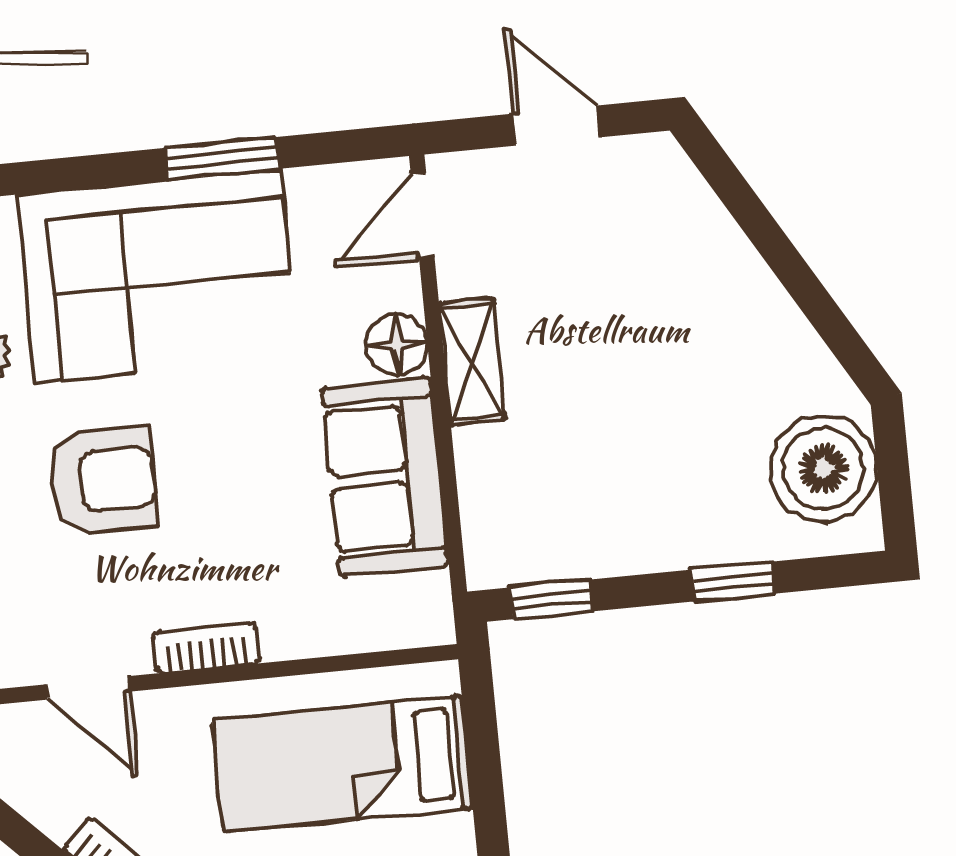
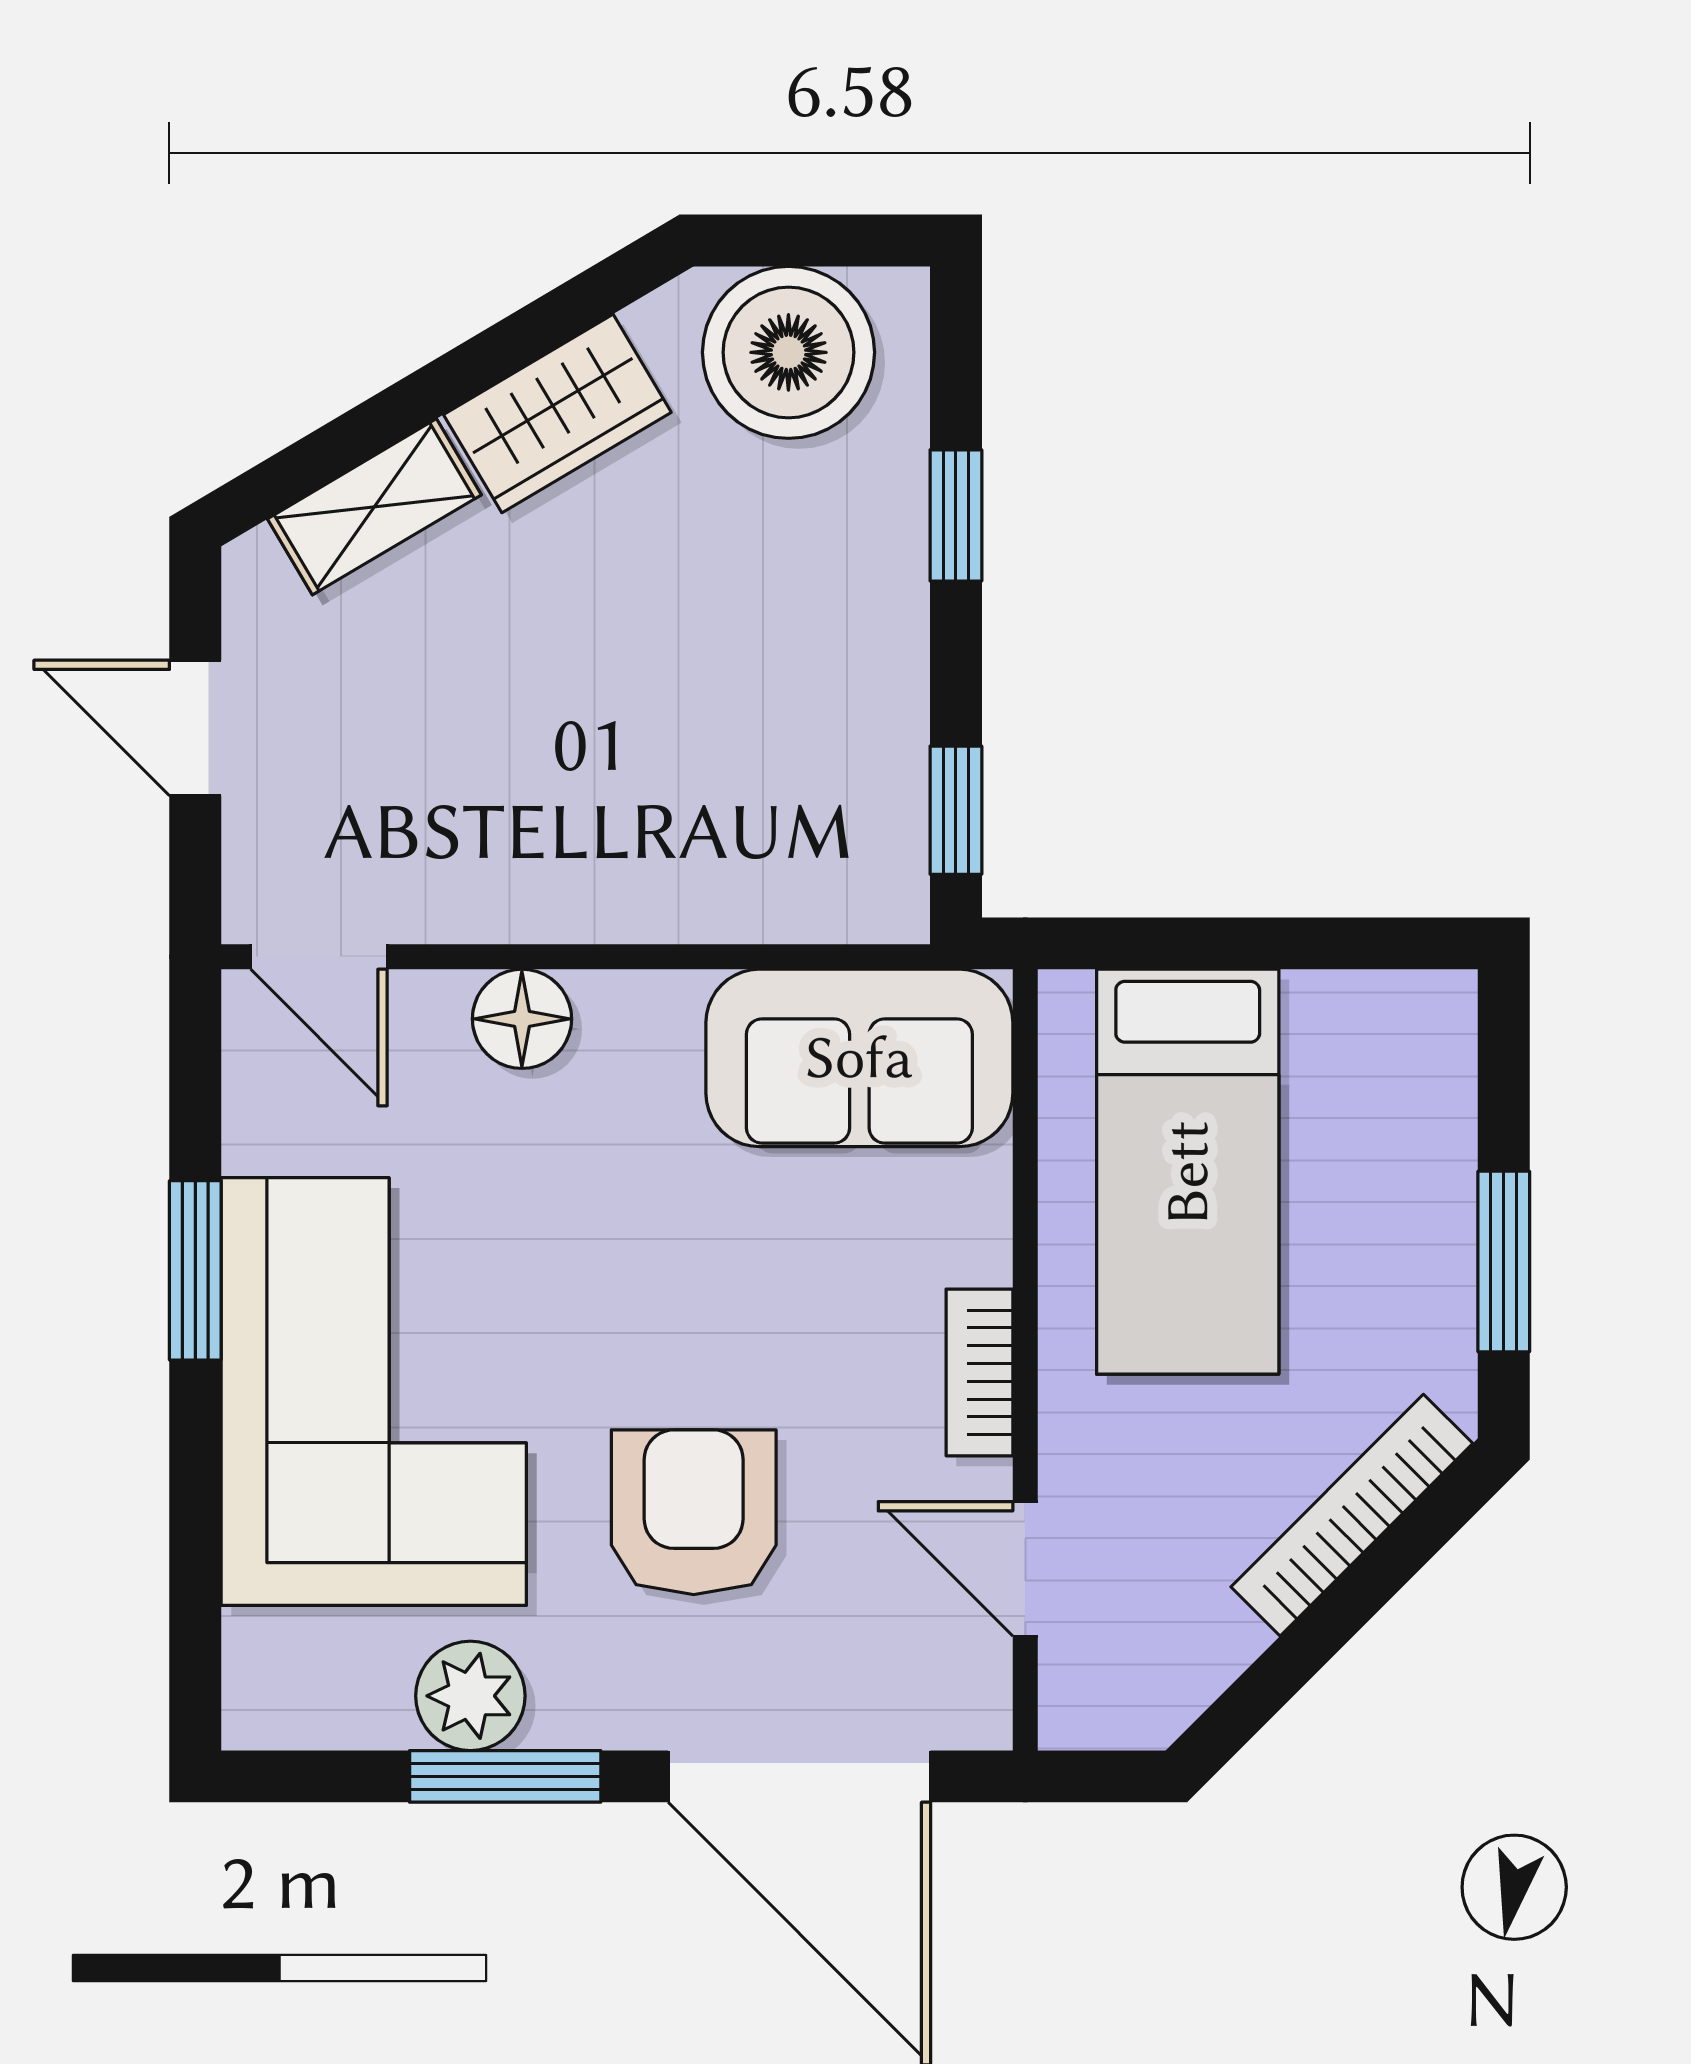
door: (556, 126) -> (195, 728), hinge flipped
wardrobe: (772, 330) -> (557, 413), added
shelving: (472, 361) -> (374, 507), moved, turned -31
sofa: (385, 477) -> (859, 1058), moved
door: (88, 688) -> (1025, 1569), swing flipped

